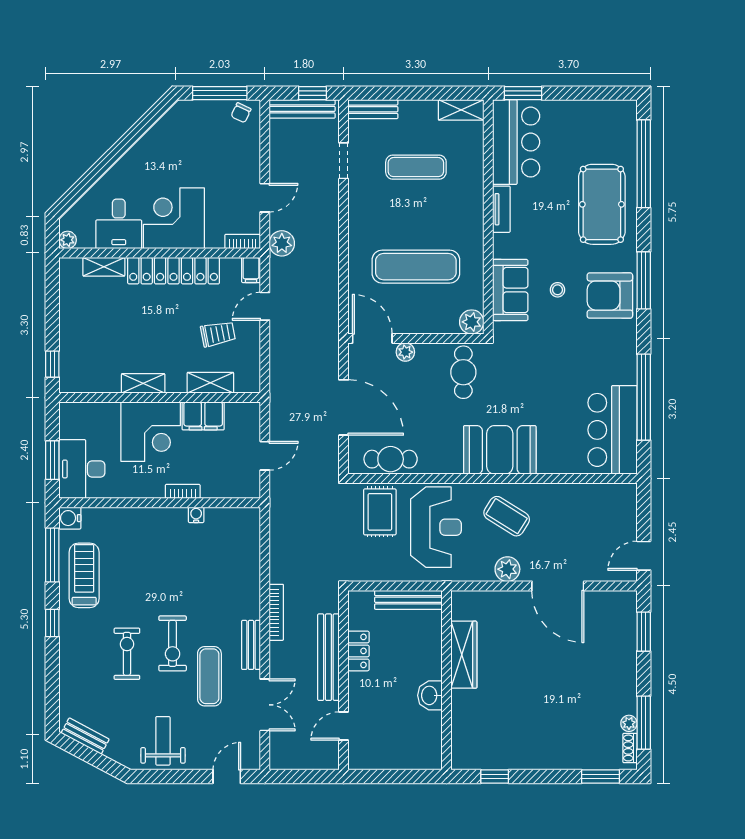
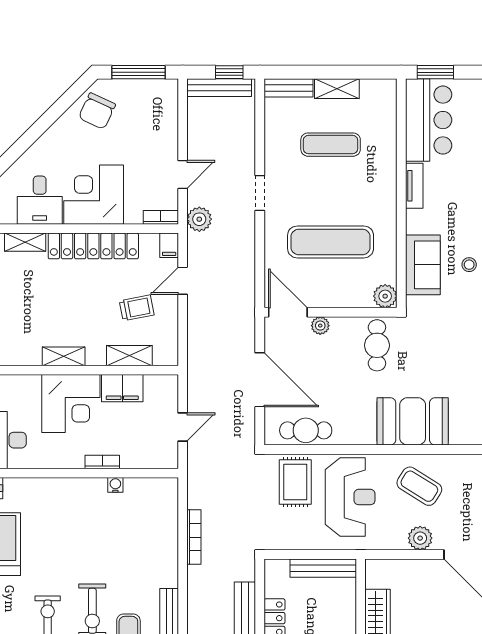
shelving: (461, 110) -> (337, 89), moved
chair: (241, 113) -> (97, 111), moved, width x1.87, depth x1.87
doorway: (344, 161) -> (260, 193), moved
bookcase: (276, 612) -> (194, 537), moved

